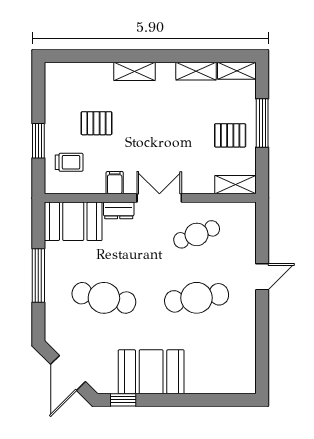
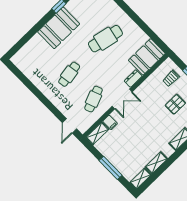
pallet: (230, 135) -> (118, 151), removed
filing cabinet: (115, 183) -> (110, 122), moved
window: (38, 276) -> (140, 22), removed
door: (262, 277) -> (69, 126), moved
cafe table: (197, 298) -> (69, 74), width x0.73, depth x0.74

